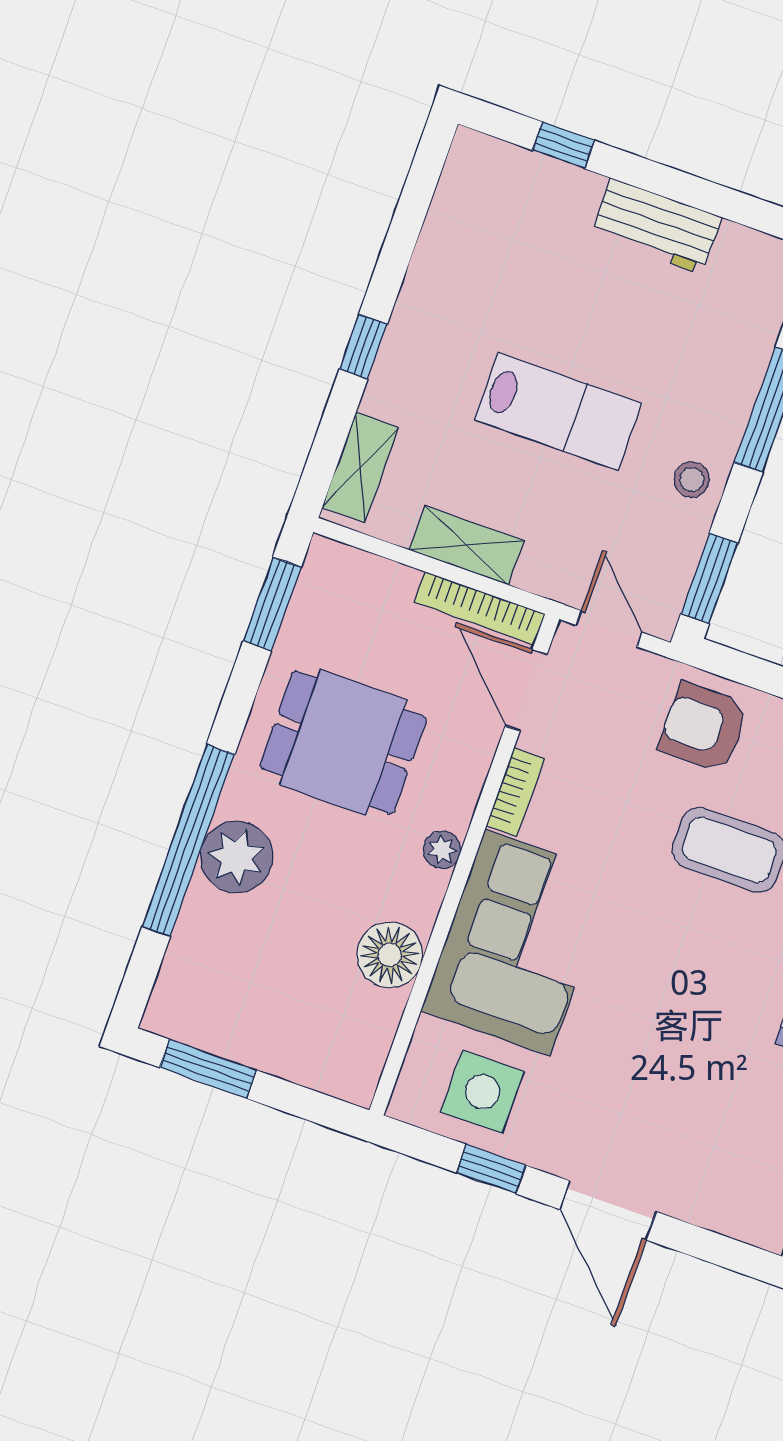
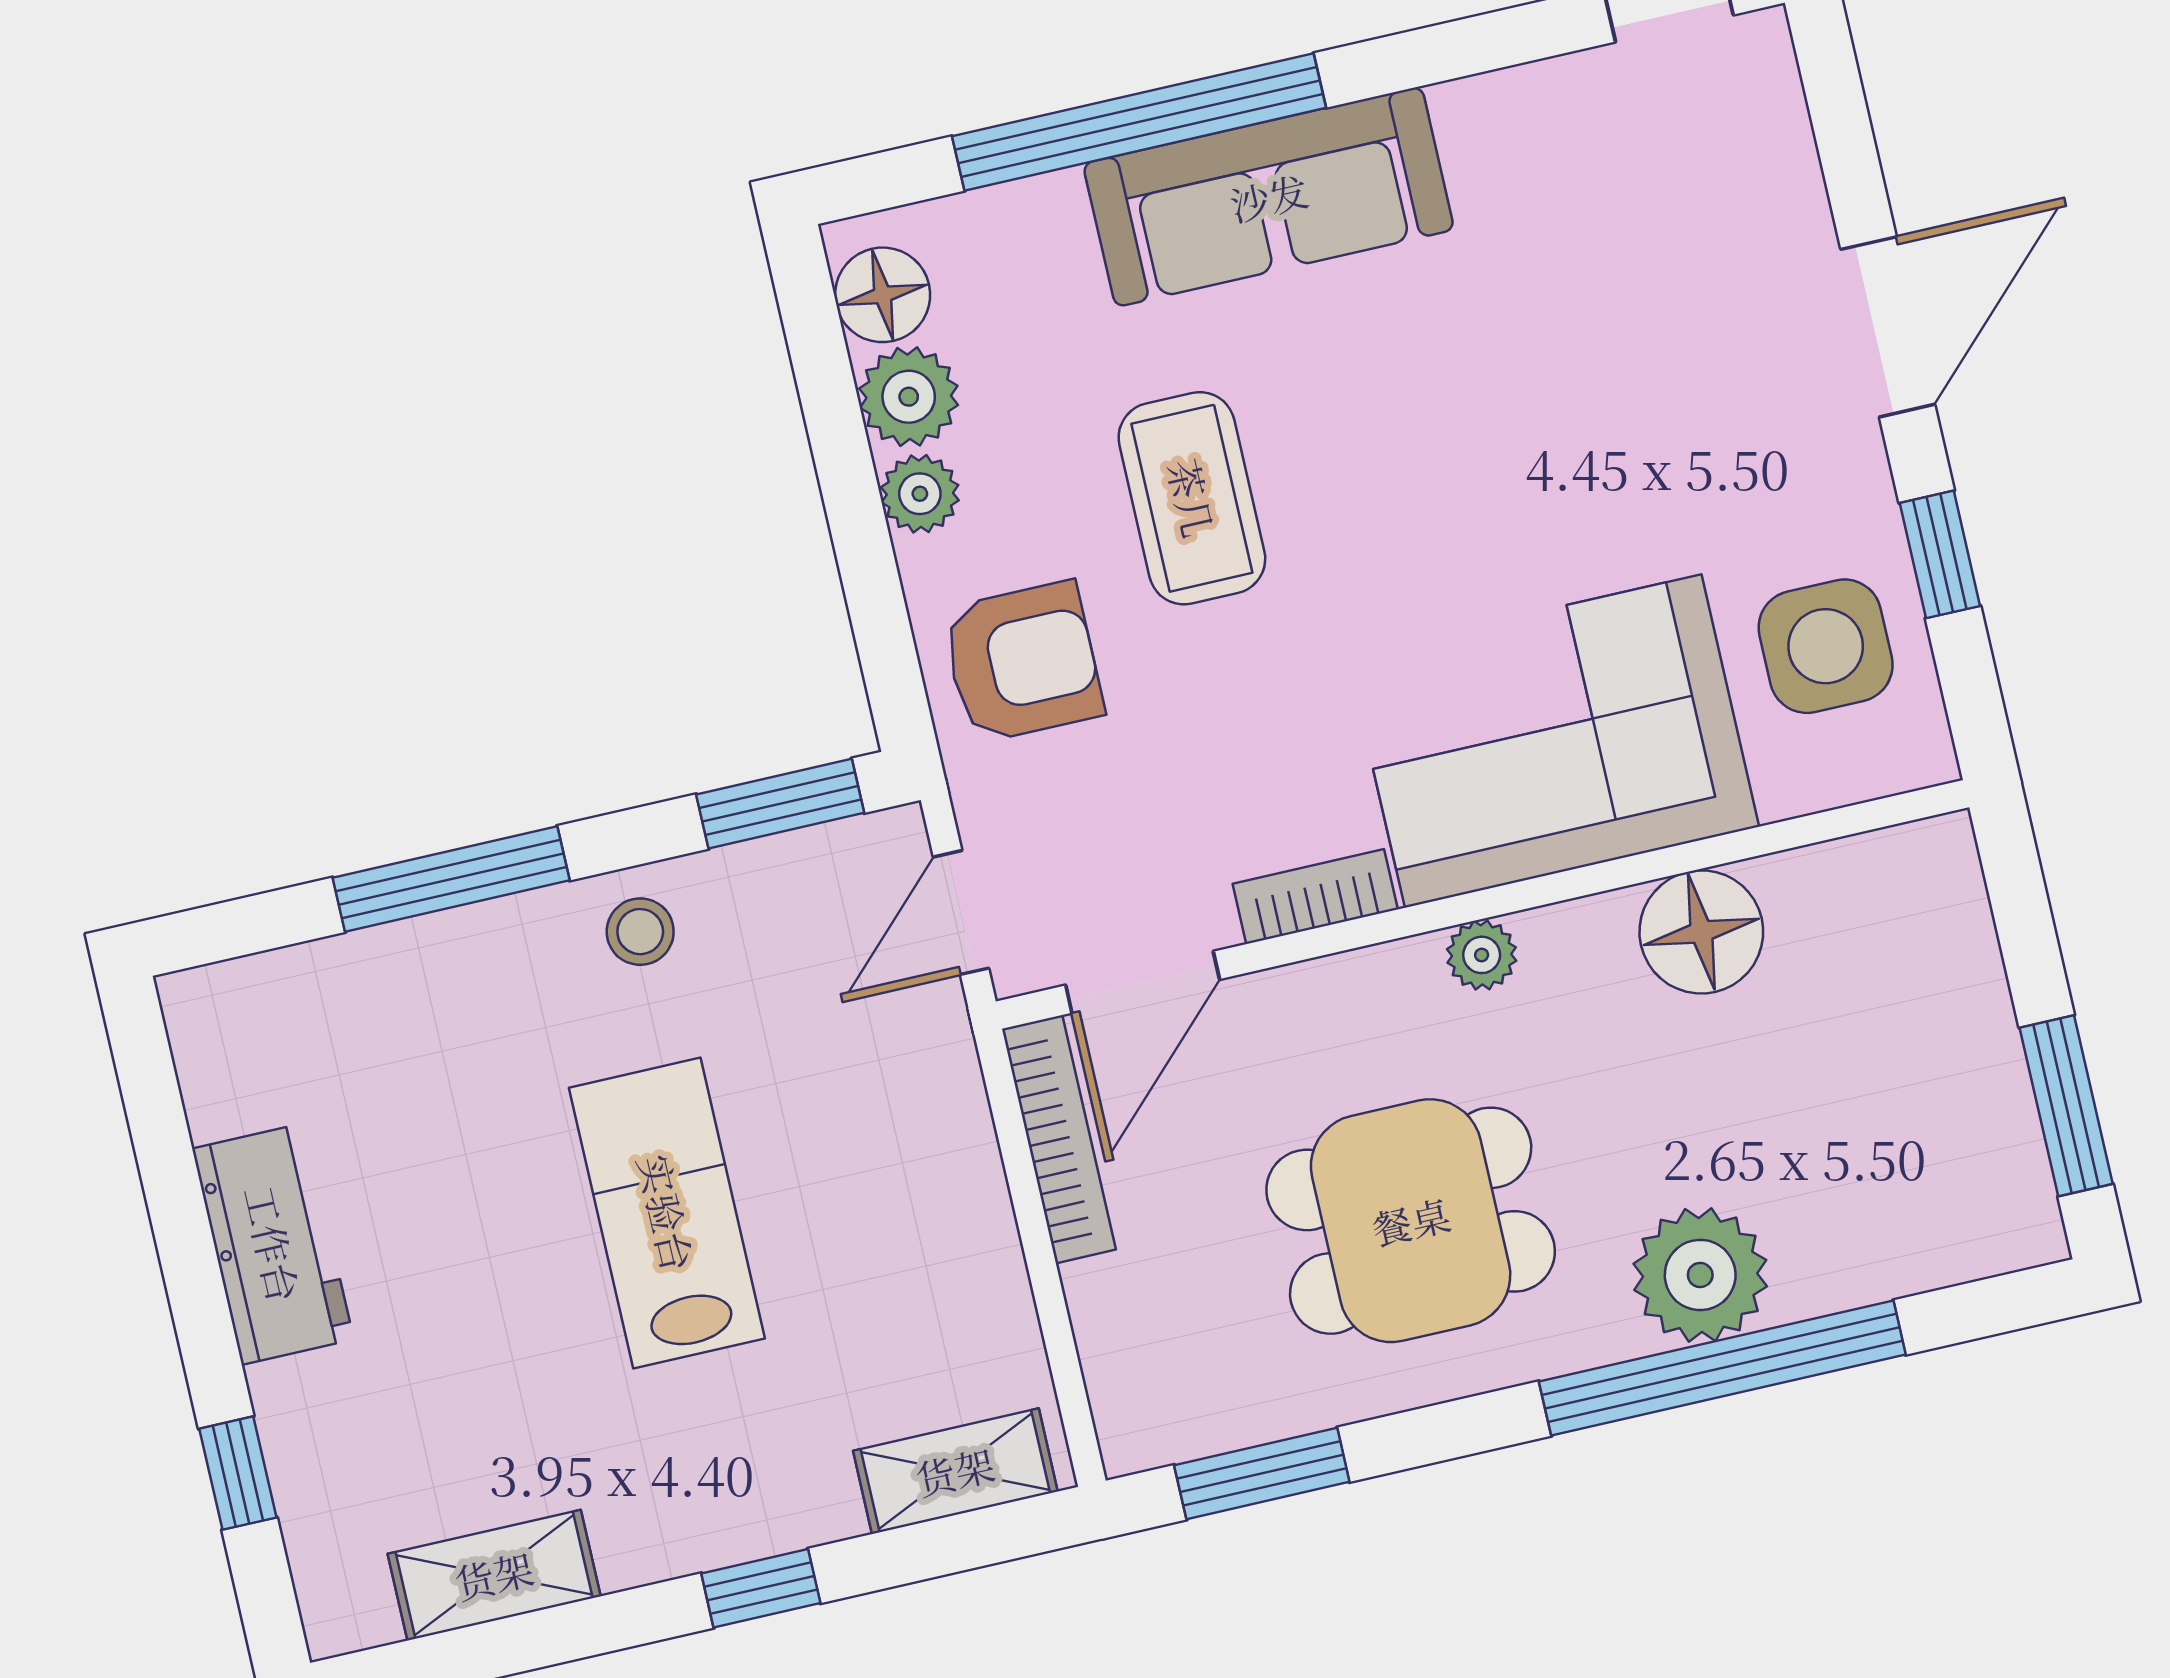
shelving: (467, 545) -> (494, 1575), moved, turned 90
armchair: (704, 727) -> (1022, 662), turned -90
dining table: (343, 742) -> (1411, 1221), turned 90

